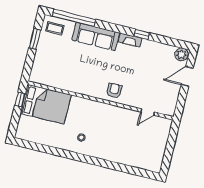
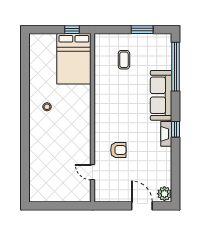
coffee table: (55, 28) -> (124, 60), moved
window: (142, 34) -> (176, 129), moved
armchair: (114, 91) -> (118, 150), moved

